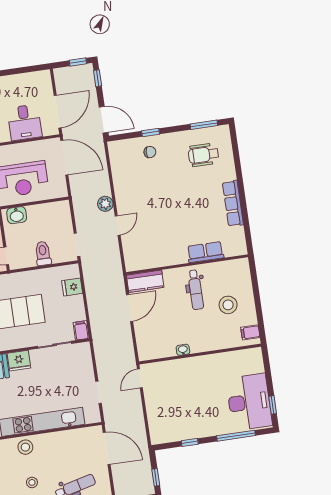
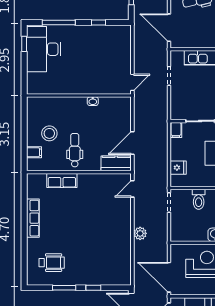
window: (204, 125) -> (64, 288), moved
chair: (150, 152) -> (96, 271), removed
door: (118, 225) -> (132, 189), moved
filing cabinet: (250, 332) -> (34, 152), moved

